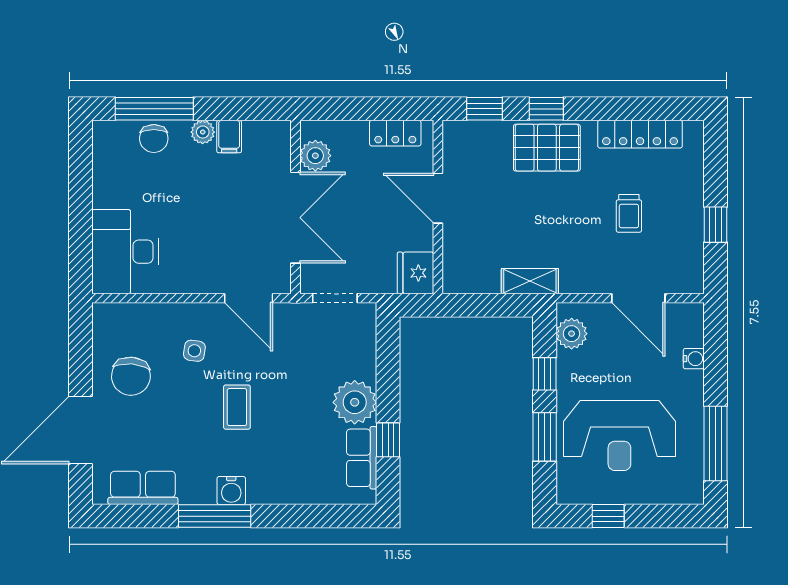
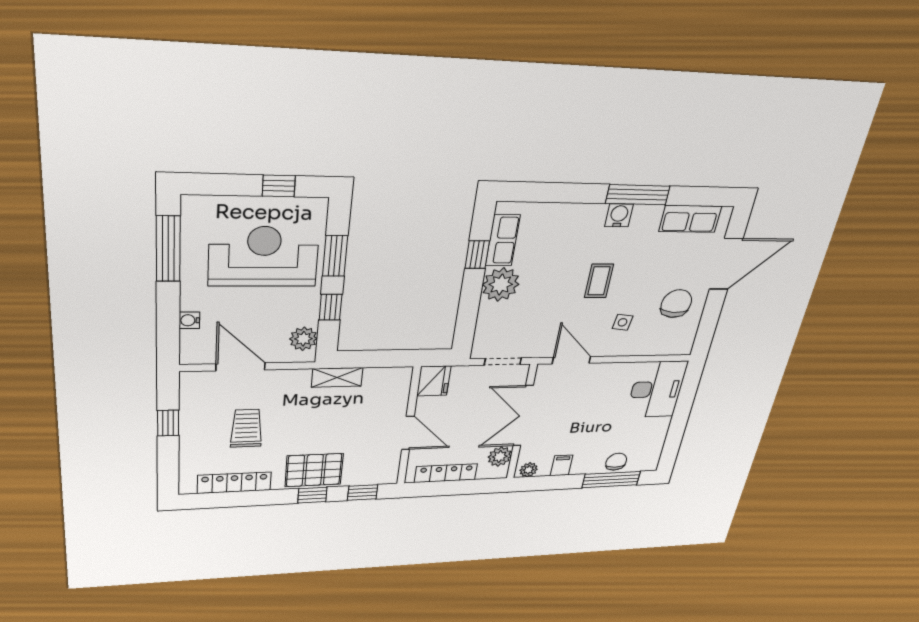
plant: (203, 132) -> (529, 470), moved
locker: (395, 133) -> (446, 473), width x1.53
trolley: (629, 213) -> (246, 428), width x1.36, depth x1.39

